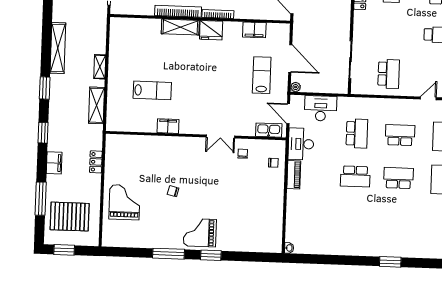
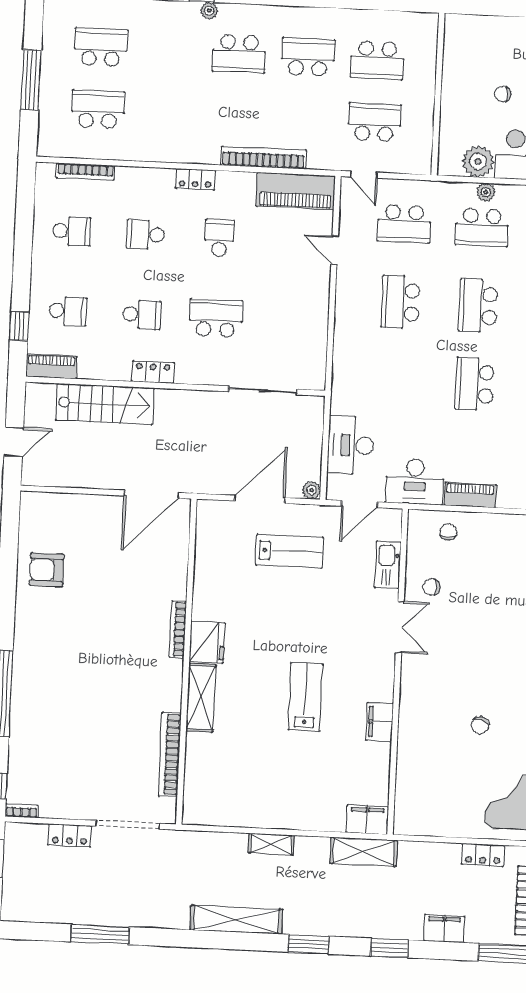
bookcase: (178, 11) -> (170, 755), moved
filing cabinet: (254, 30) -> (367, 820), moved, turned -90
school desk: (389, 74) -> (216, 318), moved
lab bench: (262, 75) -> (289, 551), turned 180
lab bench: (152, 90) -> (305, 697), moved
shelving: (97, 105) -> (364, 852), moved
kitchen sink: (269, 130) -> (388, 565), moved
school desk: (357, 133) -> (397, 380), removed
locker: (96, 162) -> (483, 855), moved
school desk: (355, 176) -> (474, 384), turned 180
chair: (173, 191) -> (480, 725), moved

